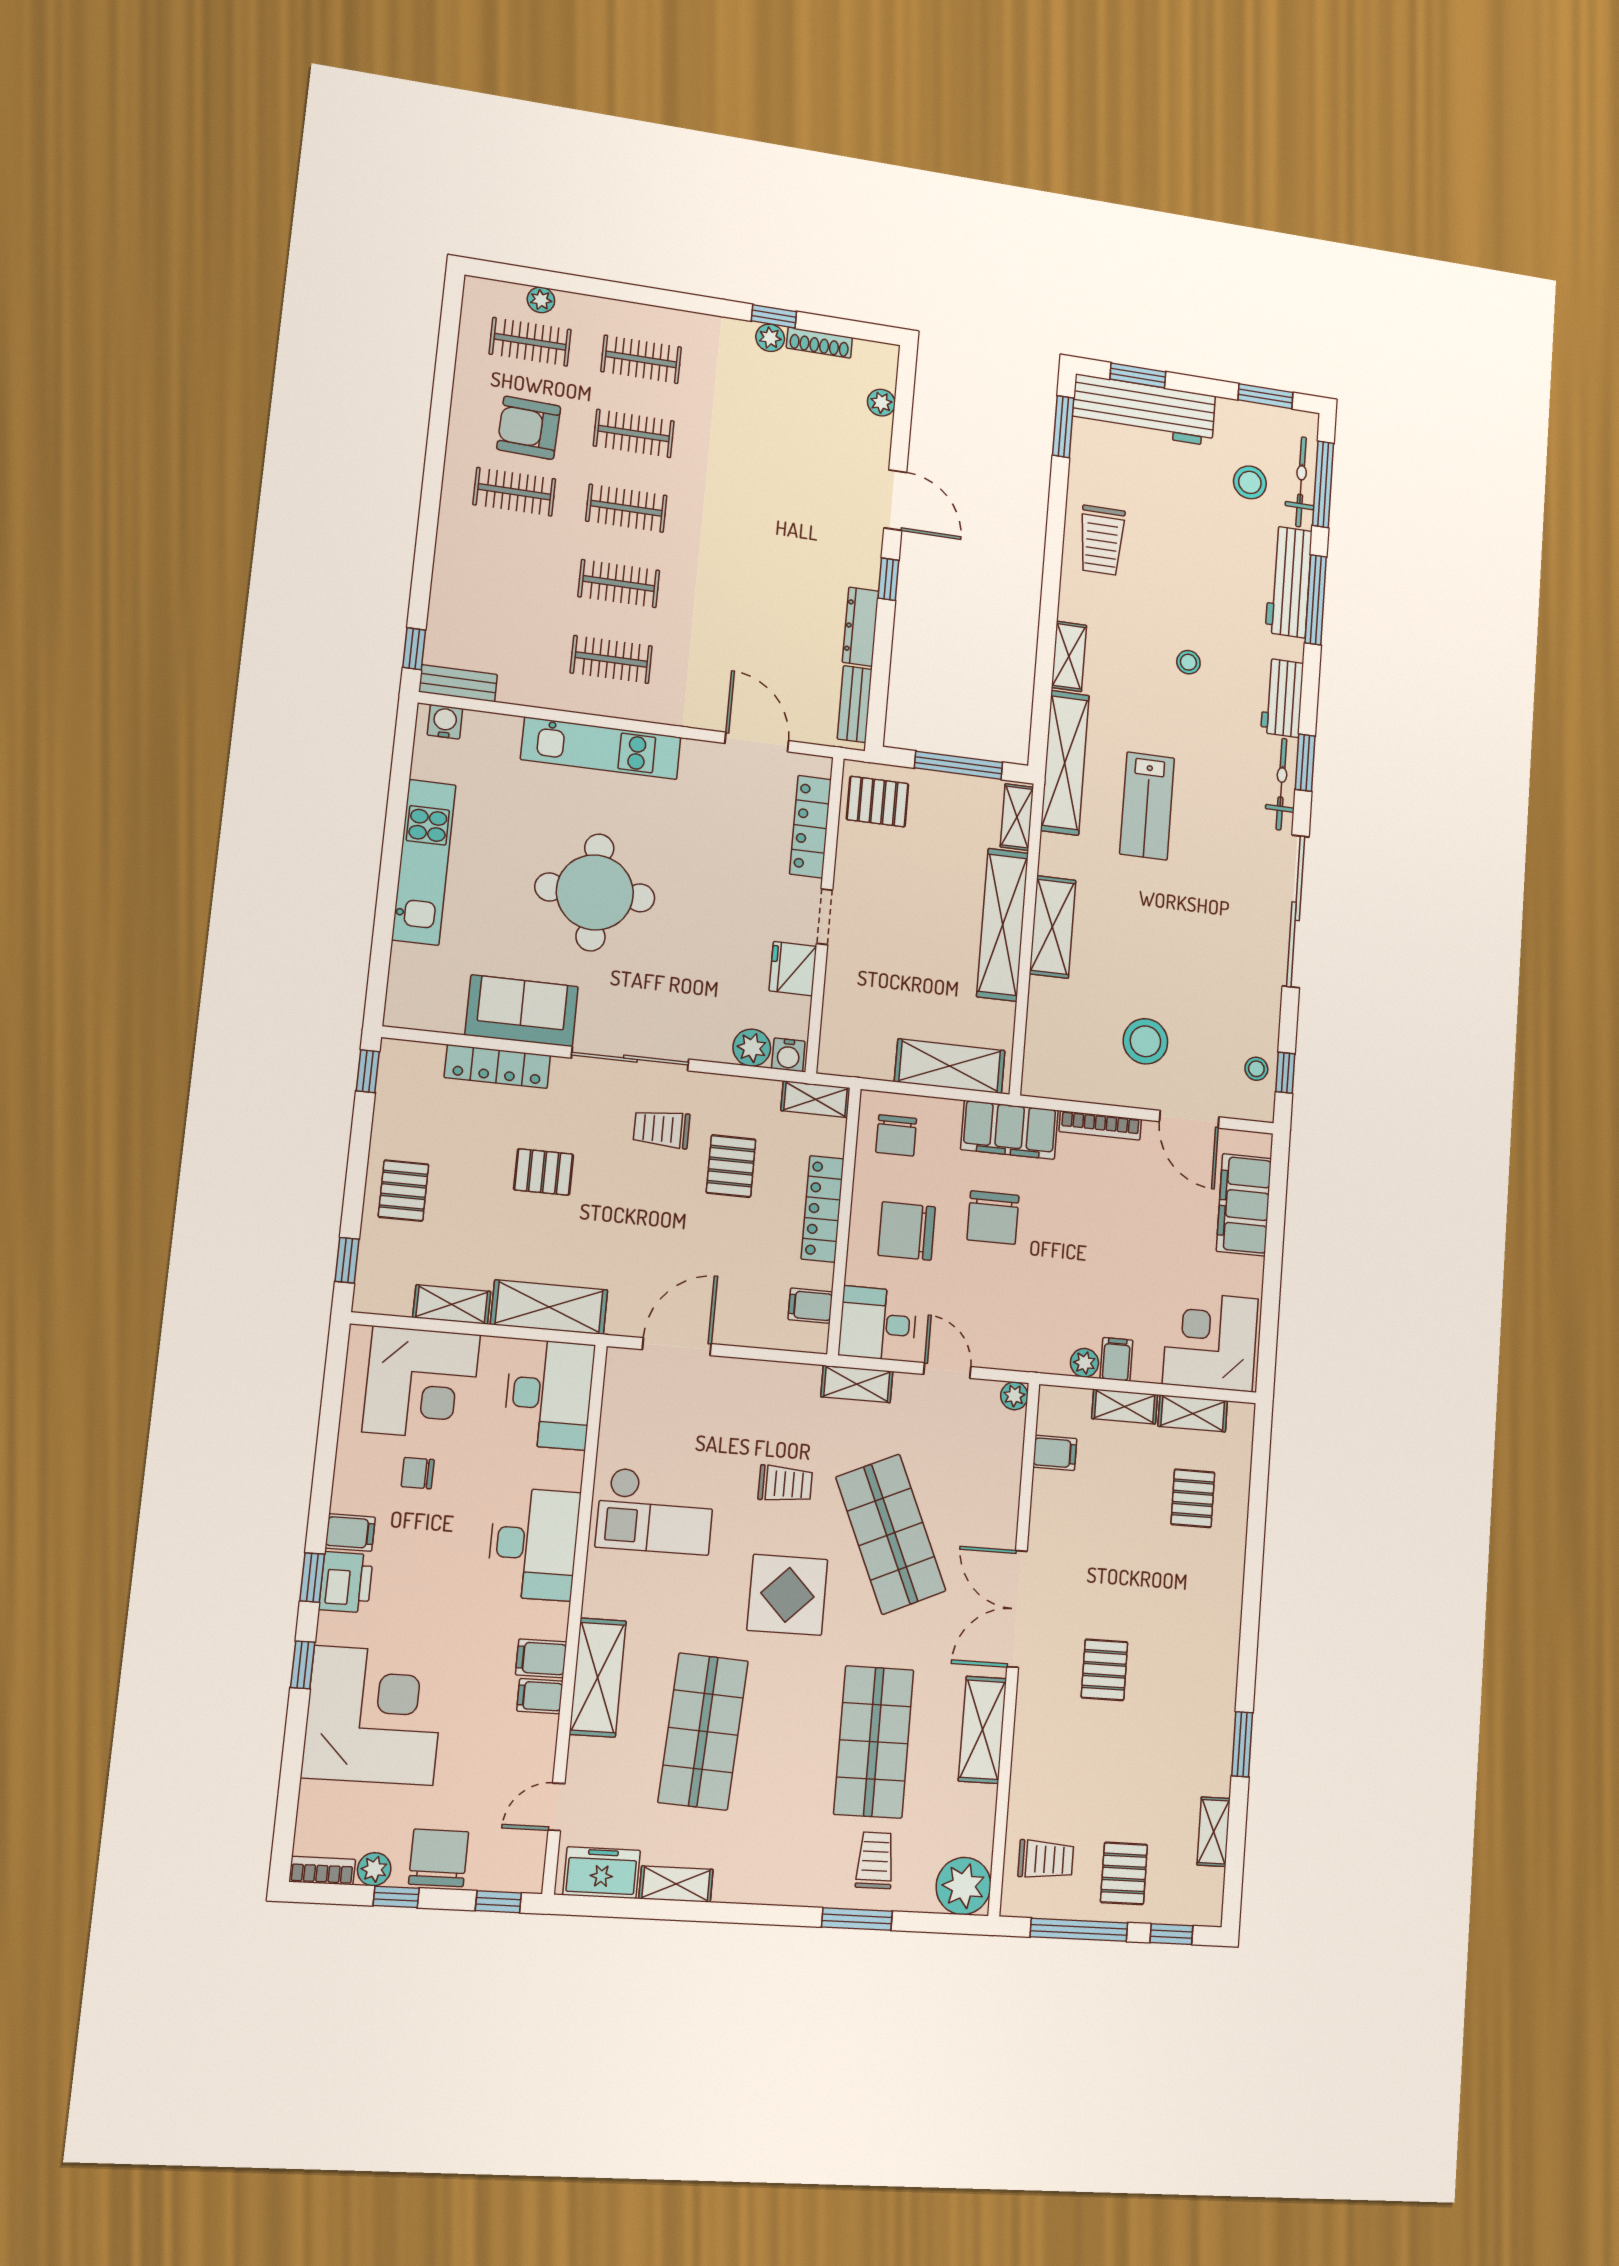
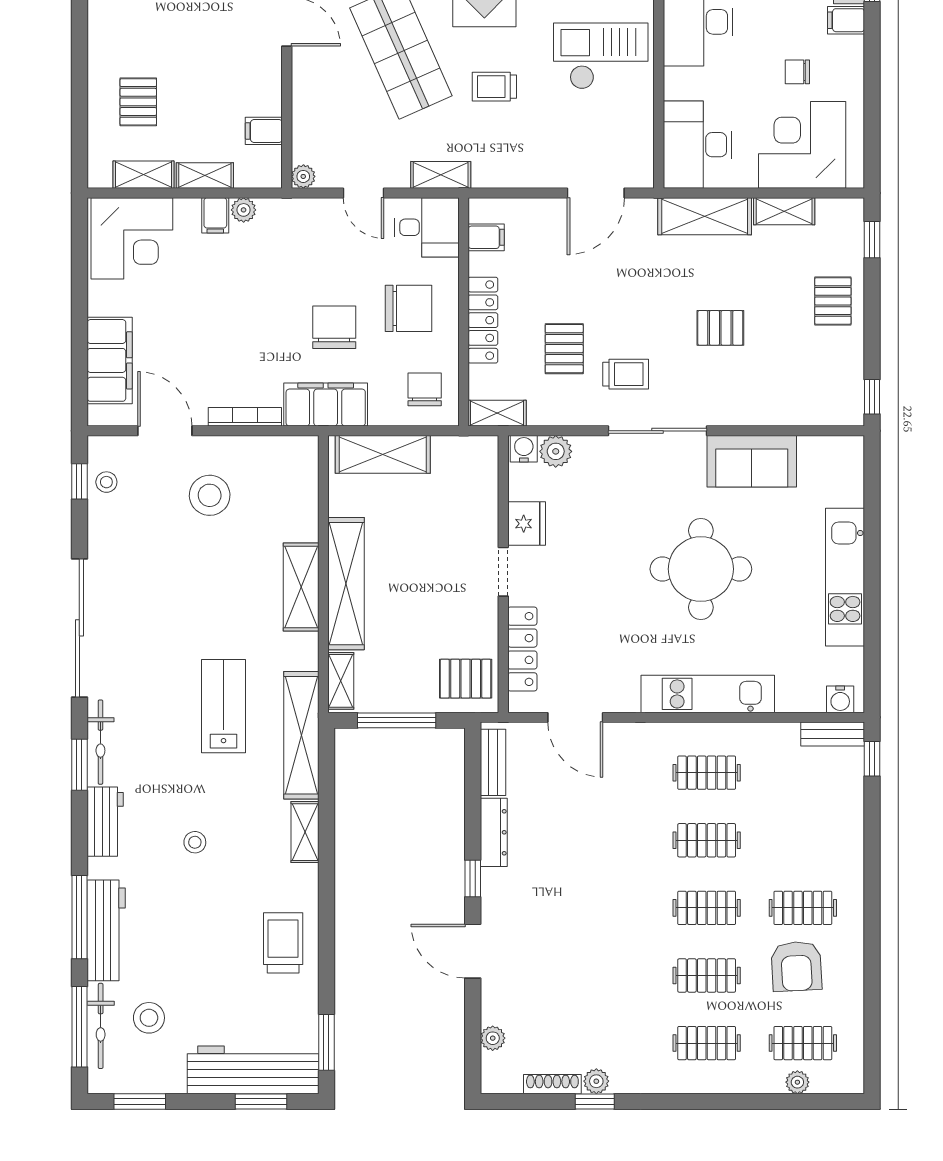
armchair: (529, 428) -> (796, 966), turned 85
locker: (497, 1067) -> (767, 412), removed
chair: (418, 1473) -> (797, 72), turned 180

